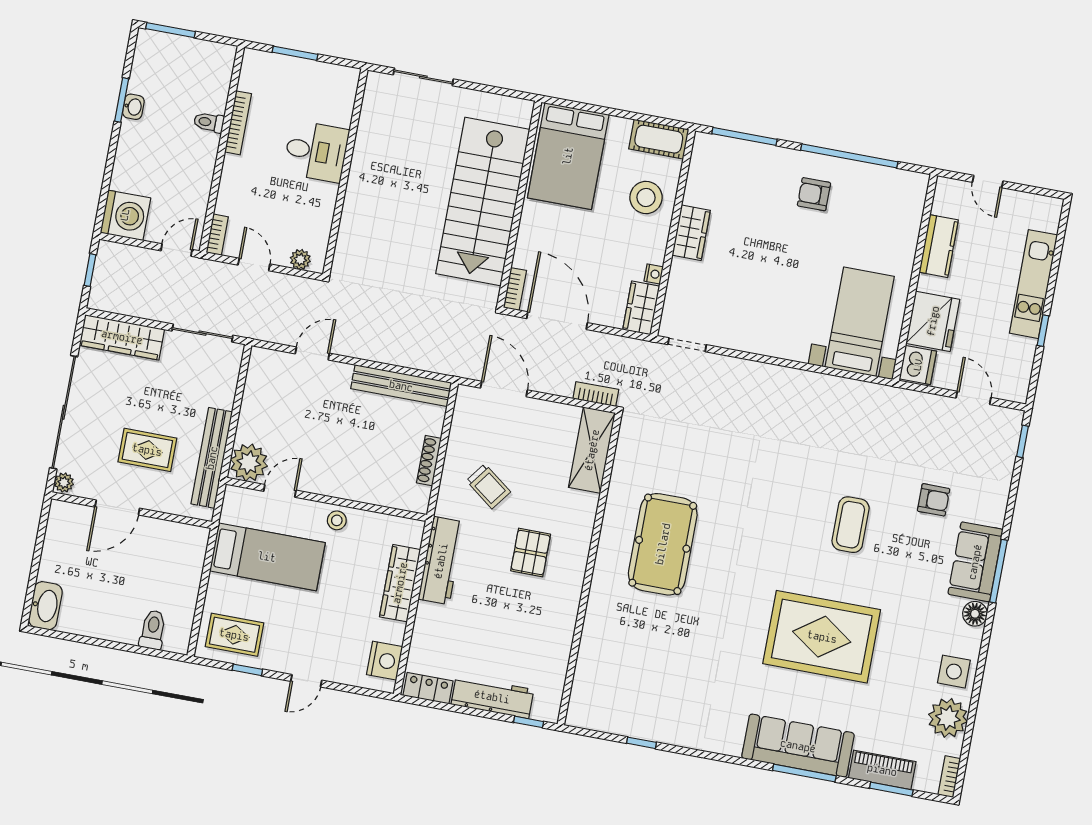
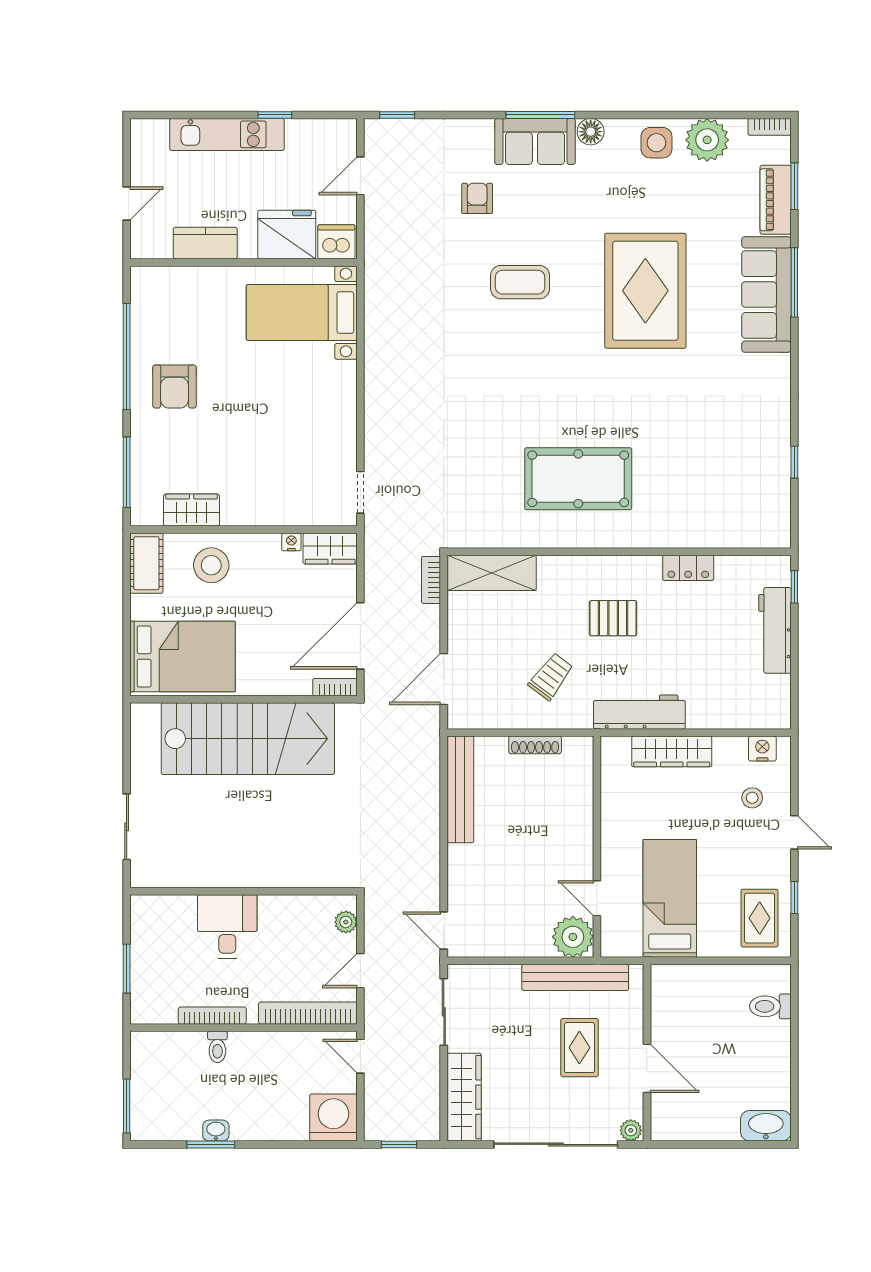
armchair: (814, 194) -> (175, 387), width x1.38, depth x1.38
wardrobe: (691, 233) -> (192, 510), moved
bookcase: (217, 235) -> (308, 1013), width x2.31, depth x1.31
door: (312, 353) -> (444, 930), moved
stool: (337, 520) -> (752, 798), moved
nightstand: (385, 661) -> (762, 749), width x0.74, depth x0.75
locker: (428, 688) -> (688, 568), moved, turned -90

